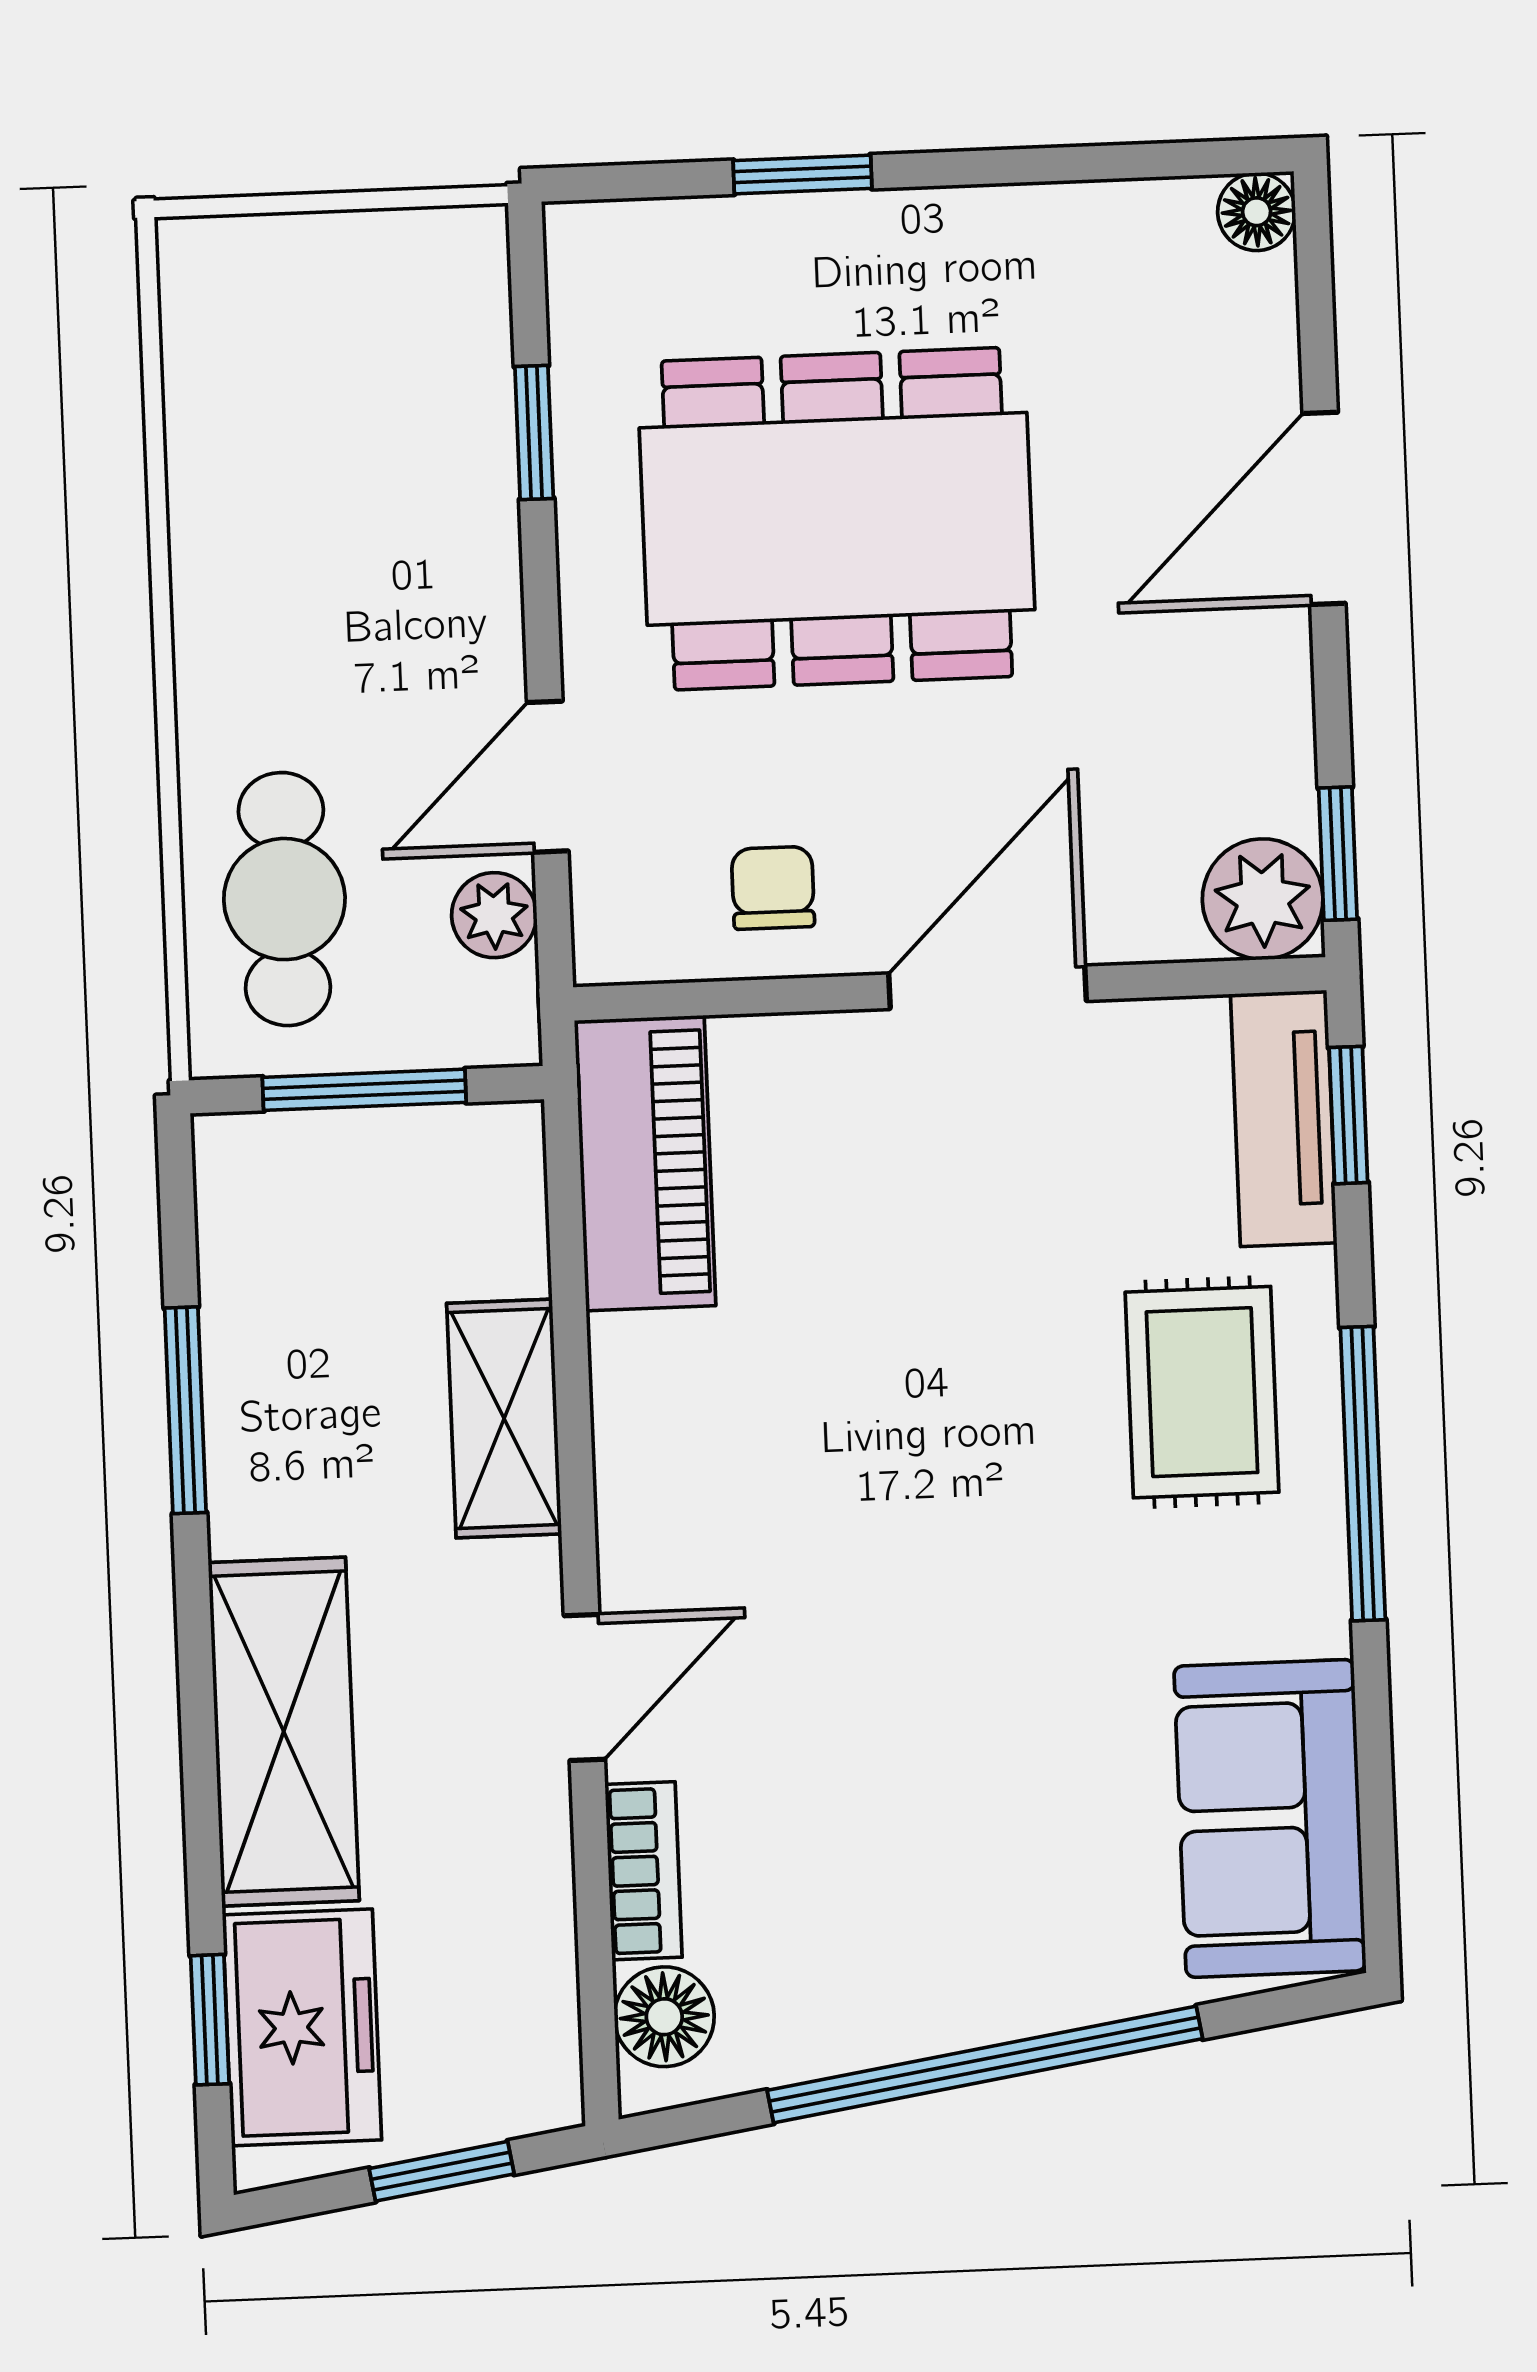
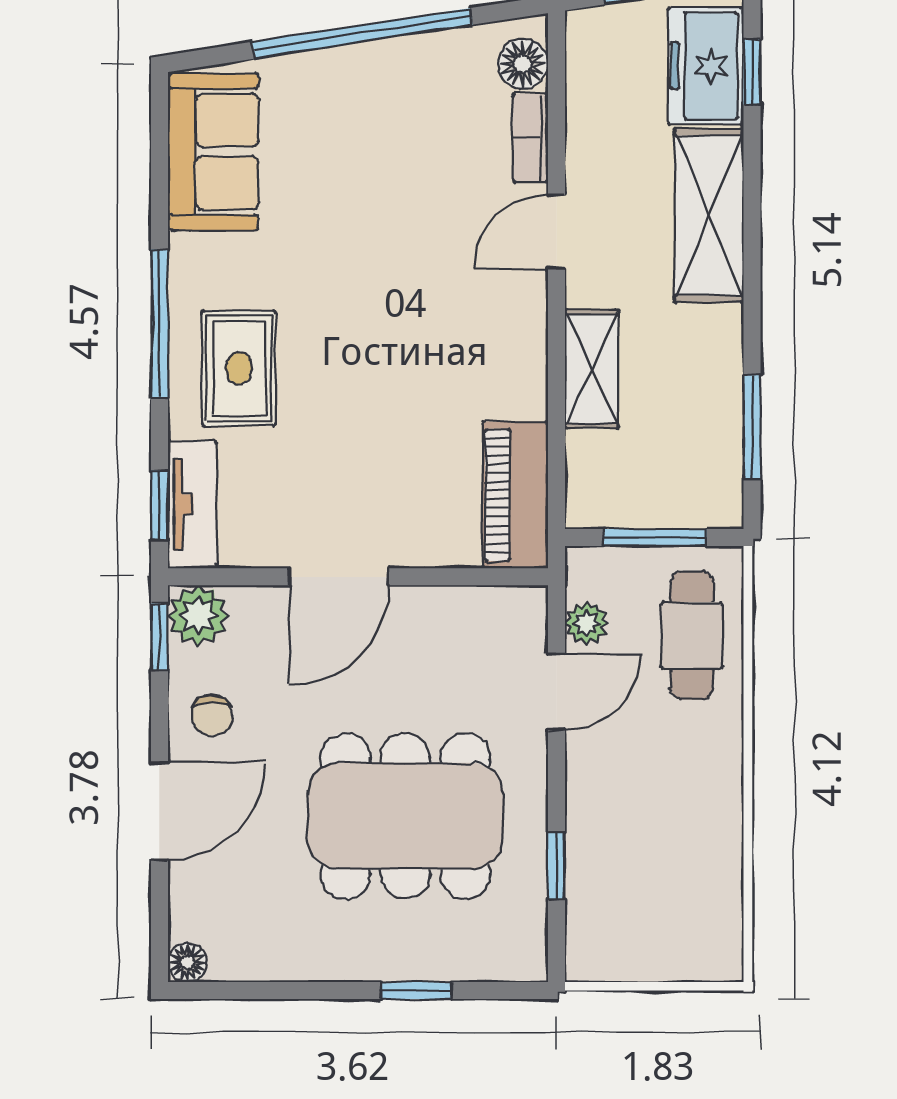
chair: (773, 888) -> (212, 715), moved
window: (185, 1410) -> (752, 427), moved

